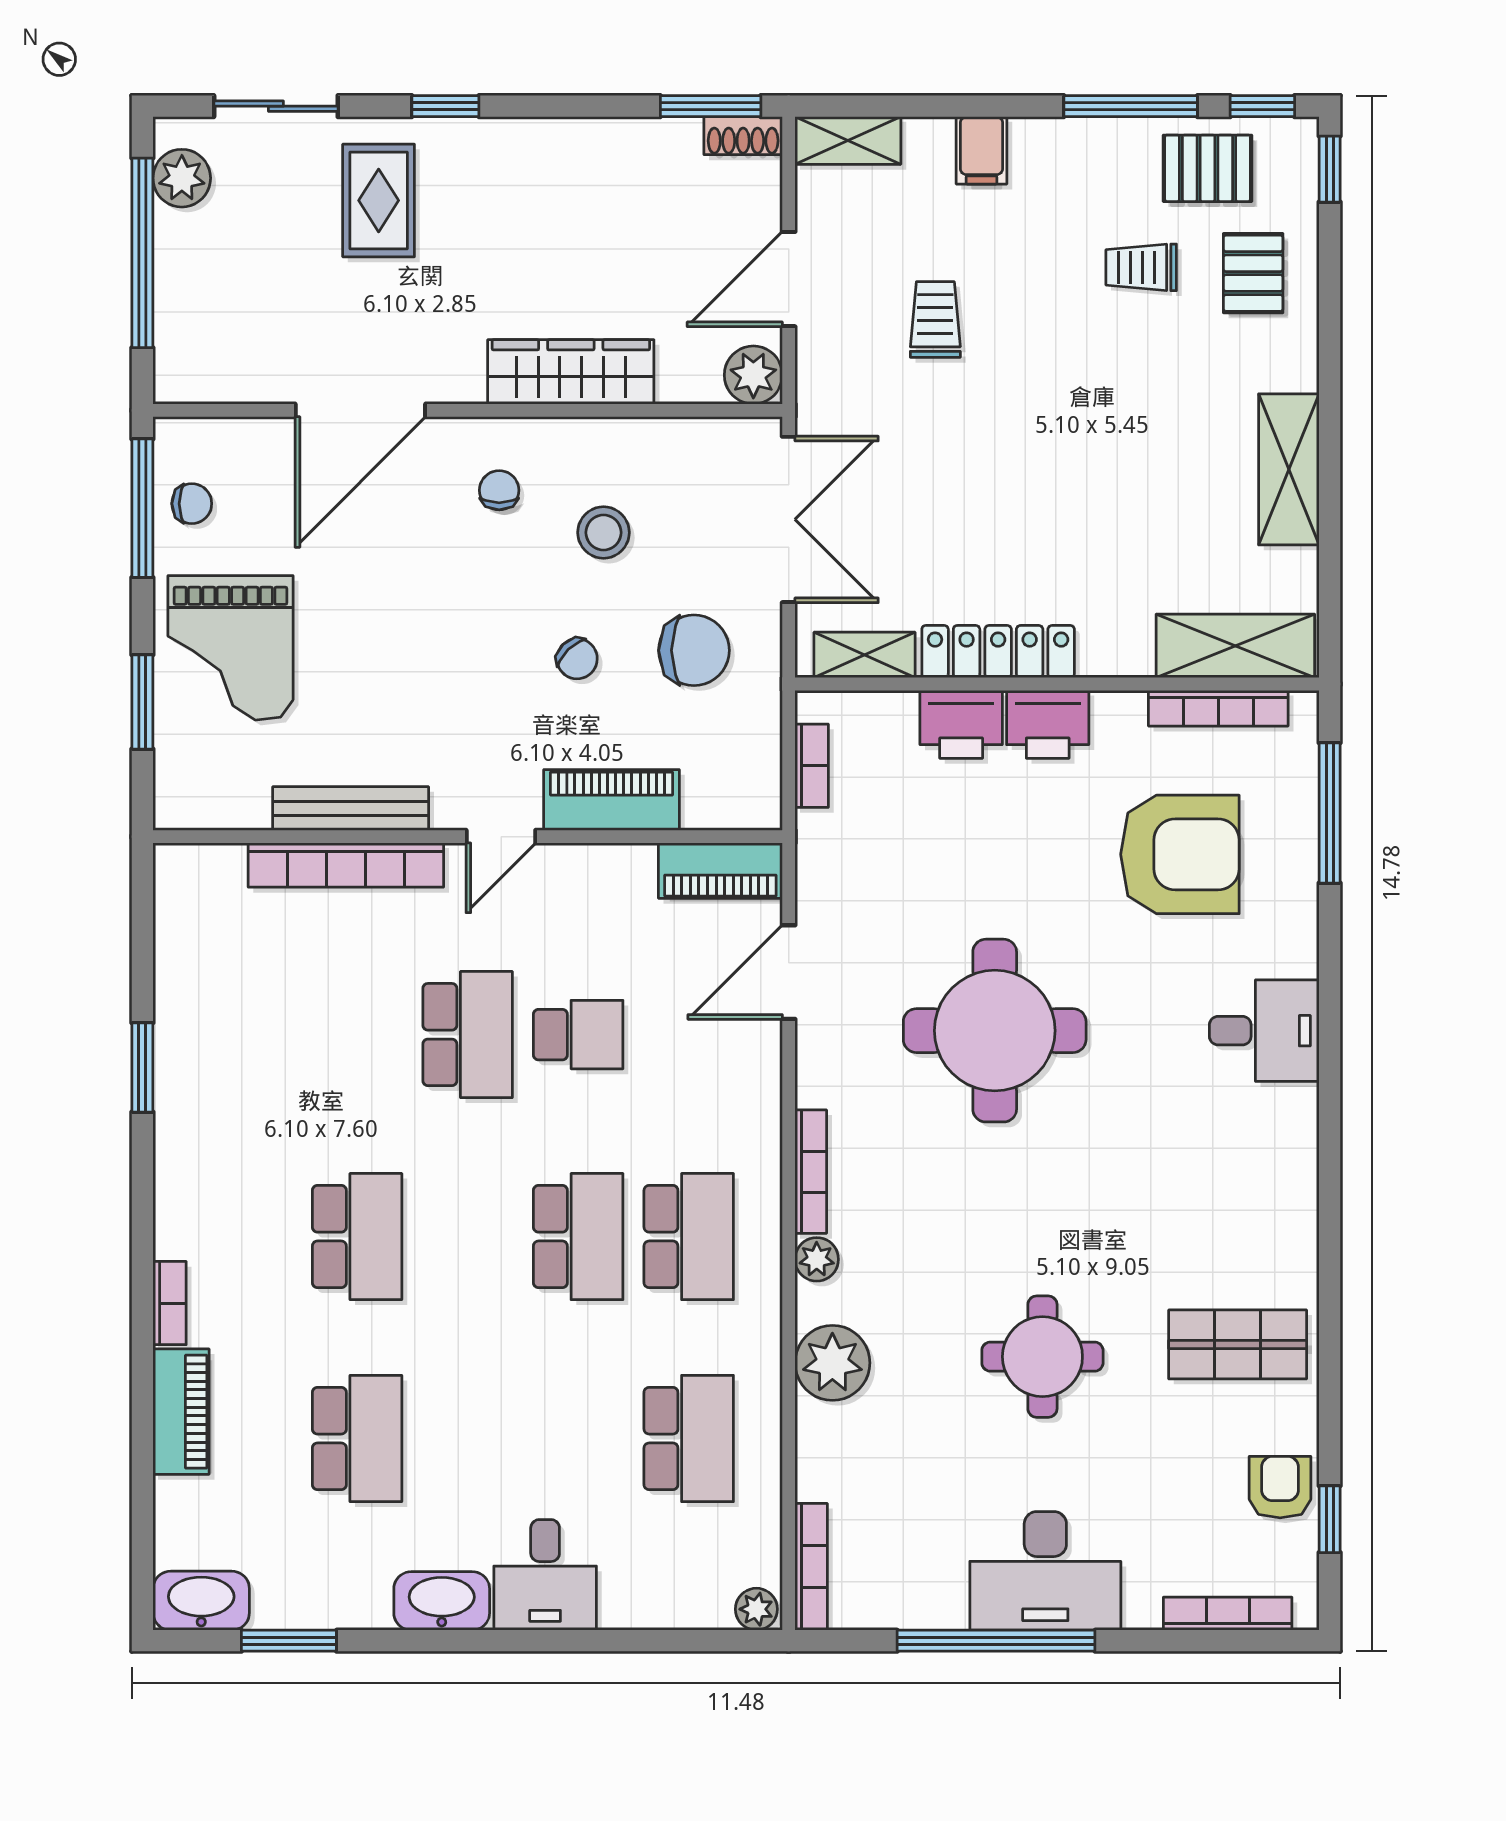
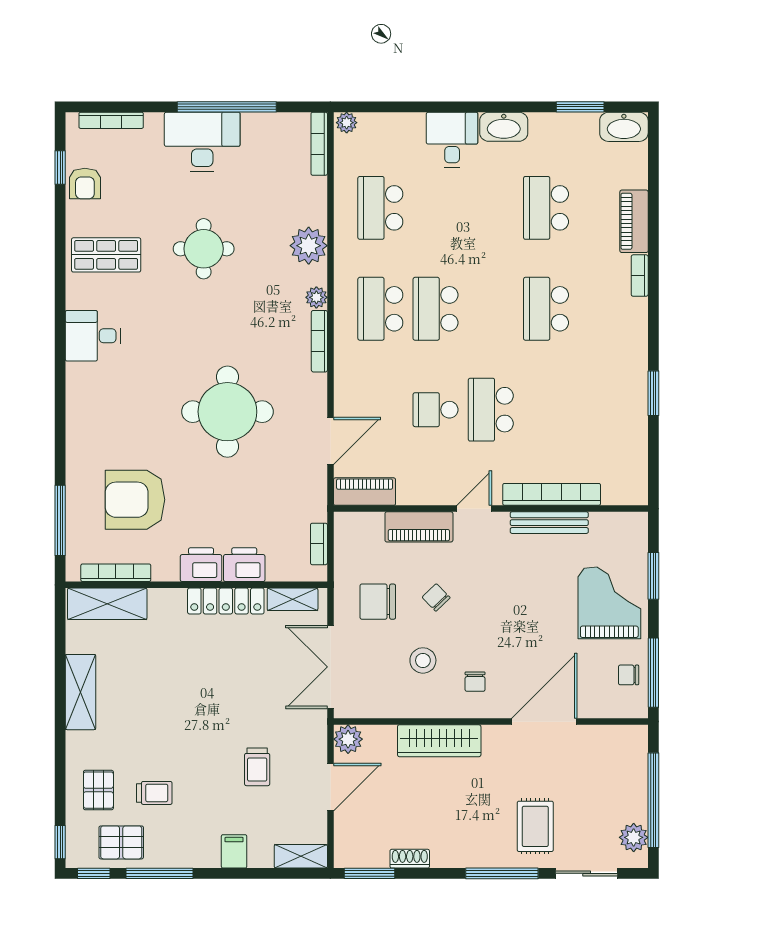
window: (445, 106) -> (502, 873), width x2.17
shoe rack: (743, 136) -> (410, 859), moved
desk: (1264, 1031) -> (93, 336), moved

